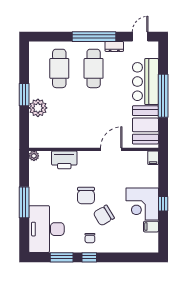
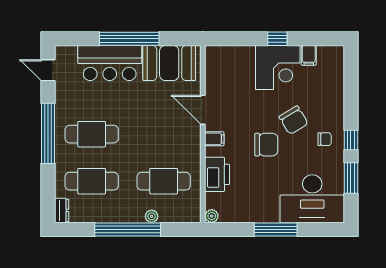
dresser: (114, 46) -> (62, 210), moved
window: (24, 95) -> (128, 230), width x2.11
plant: (38, 108) -> (152, 216), width x0.53, depth x0.53
cafe table: (59, 121) -> (164, 181), added
filing cabinet: (153, 158) -> (214, 139), moved

